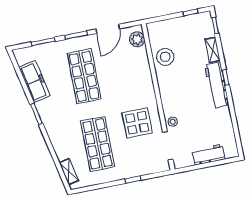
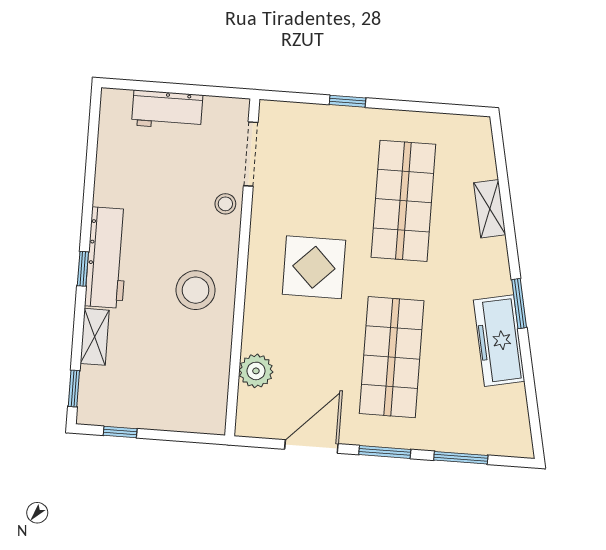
plant: (137, 39) -> (256, 371), moved
stool: (165, 57) -> (196, 290), moved
freezer: (34, 82) -> (499, 341), moved
display table: (137, 123) -> (314, 267), moved
shelving: (69, 172) -> (490, 209), moved

